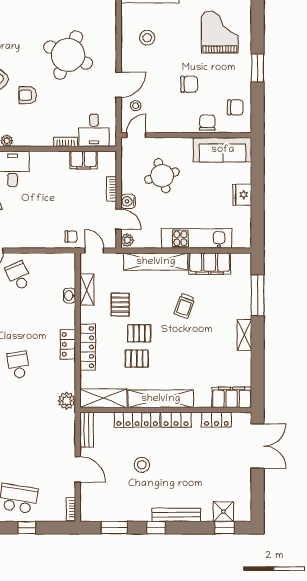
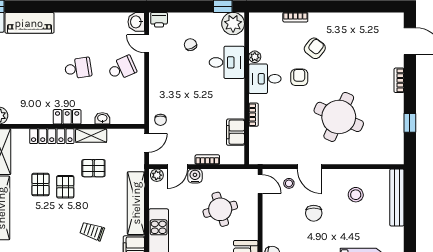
chair: (189, 84) -> (314, 213), moved
desk: (94, 130) -> (265, 79), moved
shelving: (87, 290) -> (91, 136), moved
locker: (68, 344) -> (67, 117), moved
school desk: (18, 365) -> (78, 68), moved

